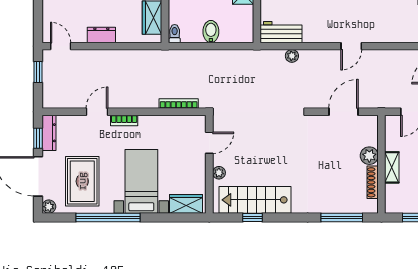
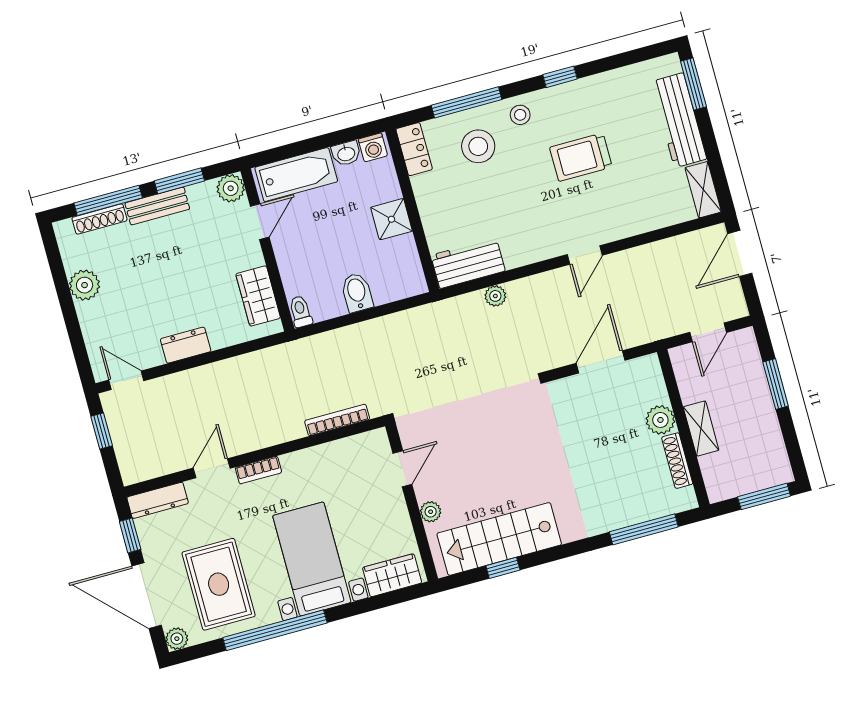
dresser: (49, 133) -> (158, 500), moved, turned 90

